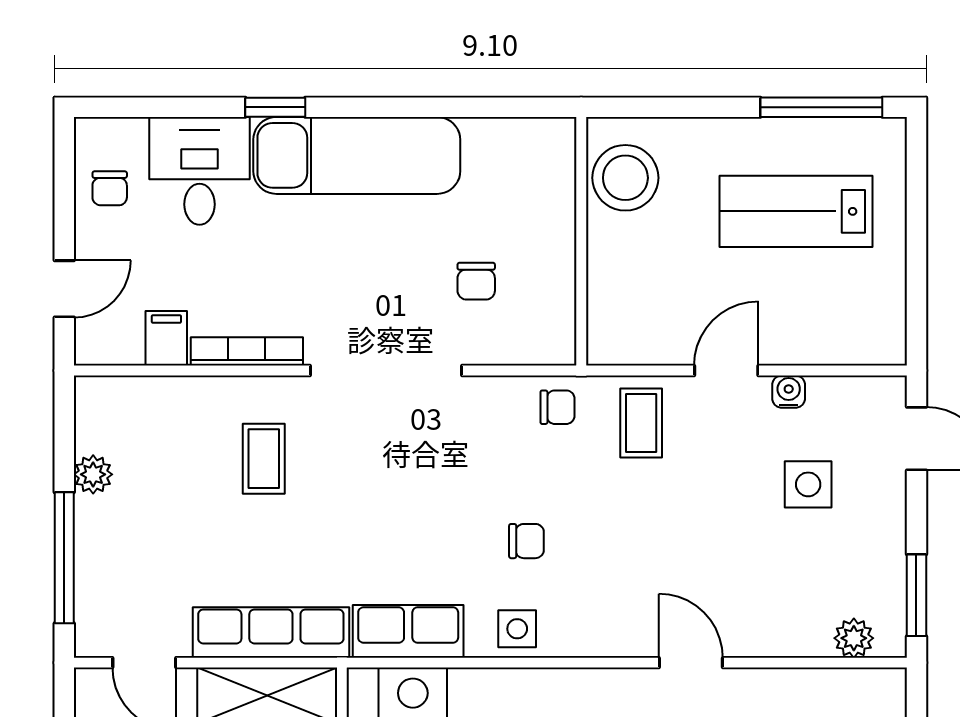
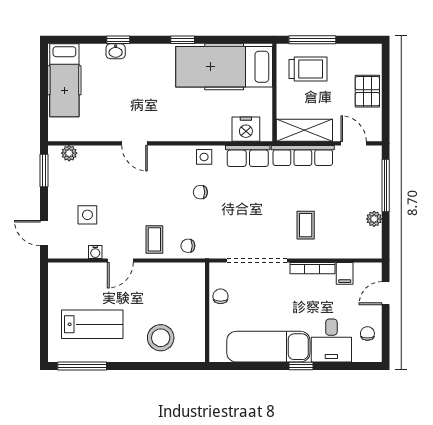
wall: (581, 241) -> (207, 312), moved

